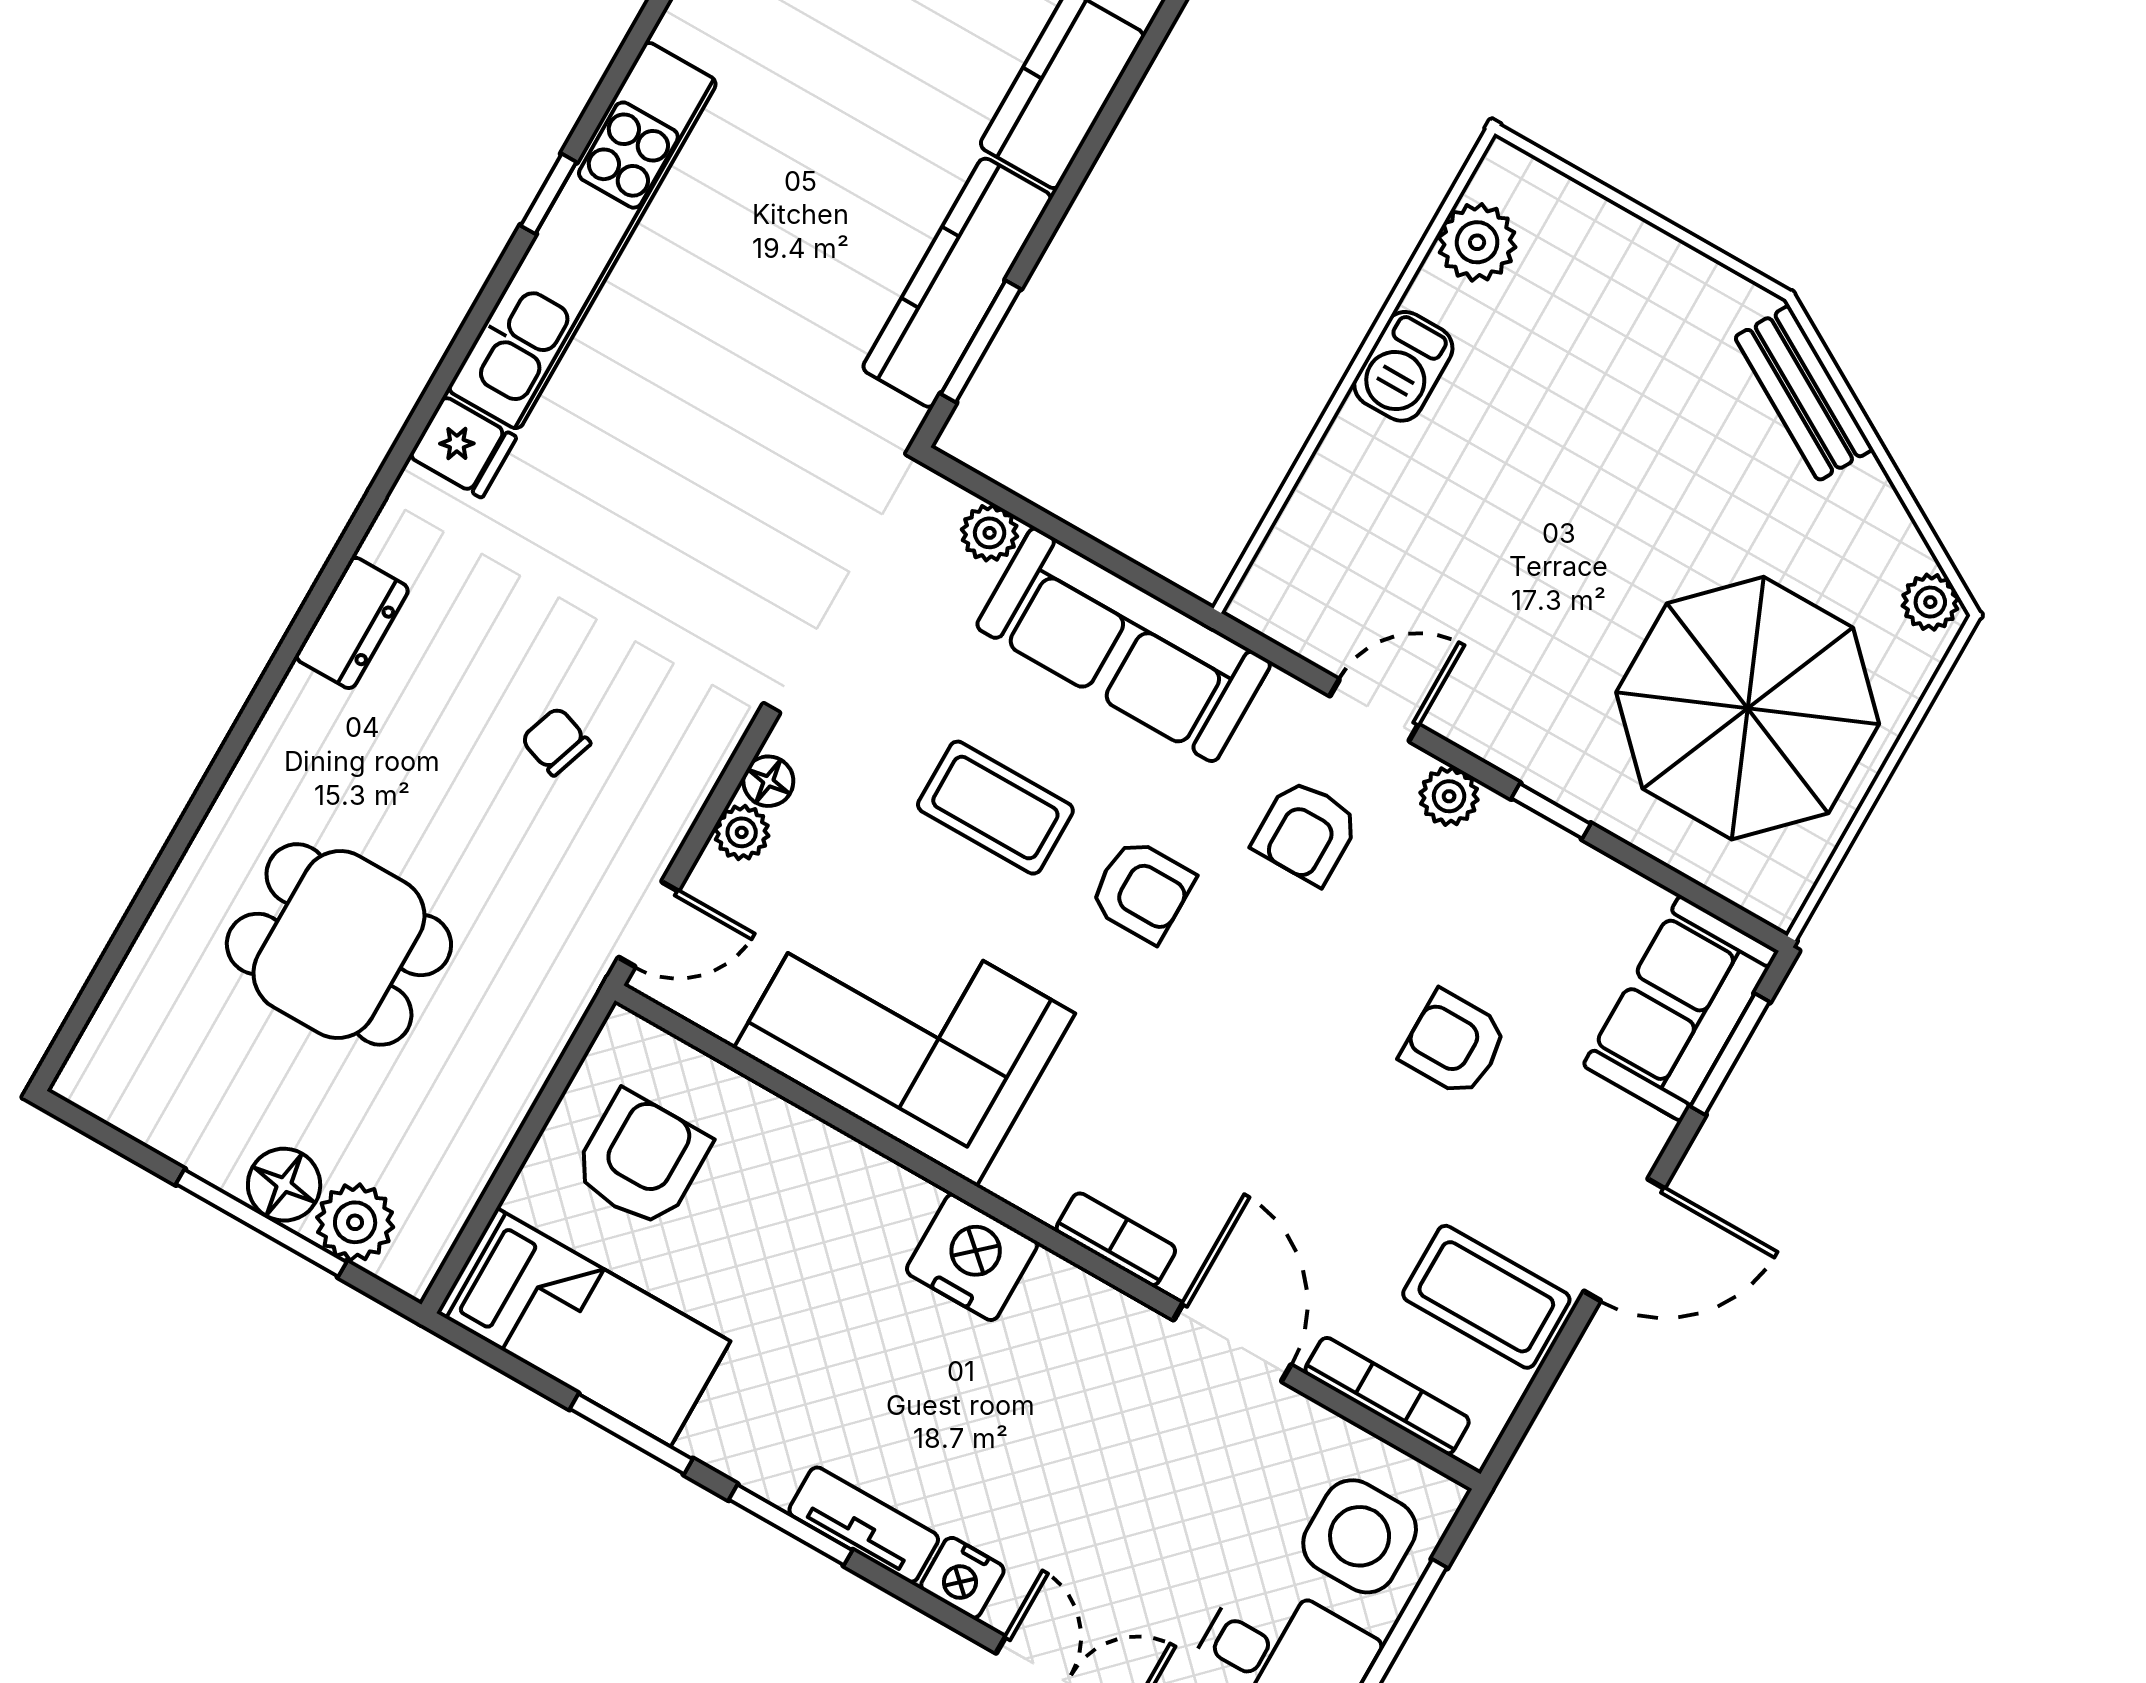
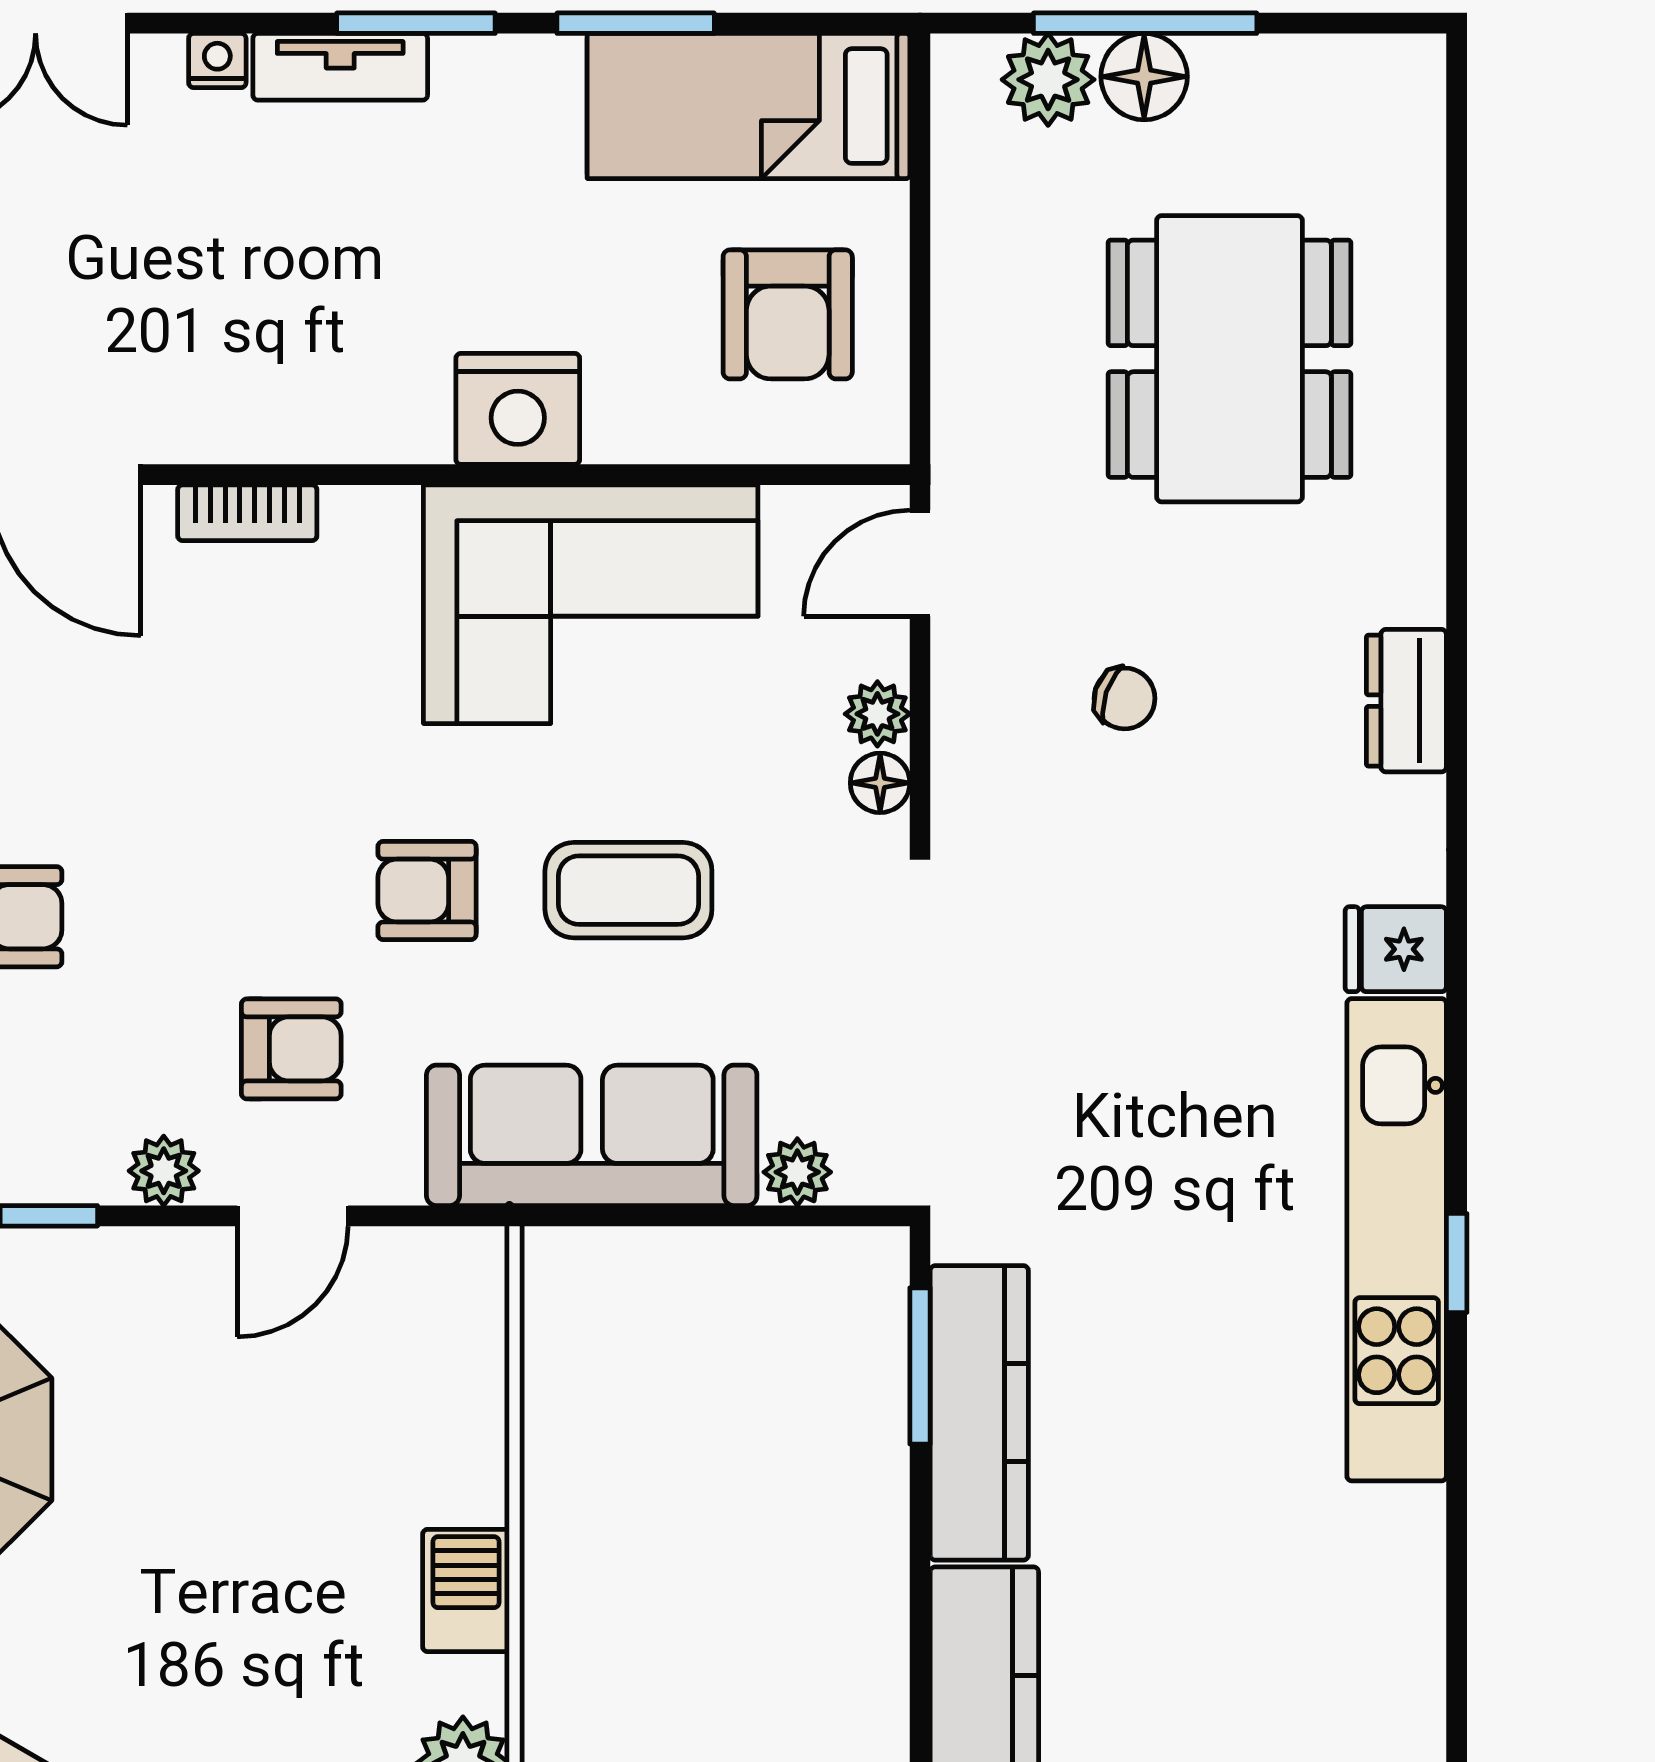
armchair: (1306, 832) -> (291, 1049), turned 90
dining table: (339, 944) -> (1229, 359), width x1.37
nightstand: (972, 1257) -> (518, 409), moved
nightstand: (962, 1578) -> (217, 61), width x0.72, depth x0.74

